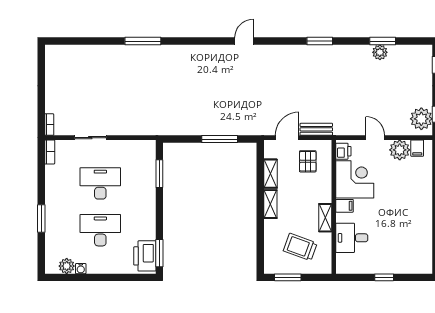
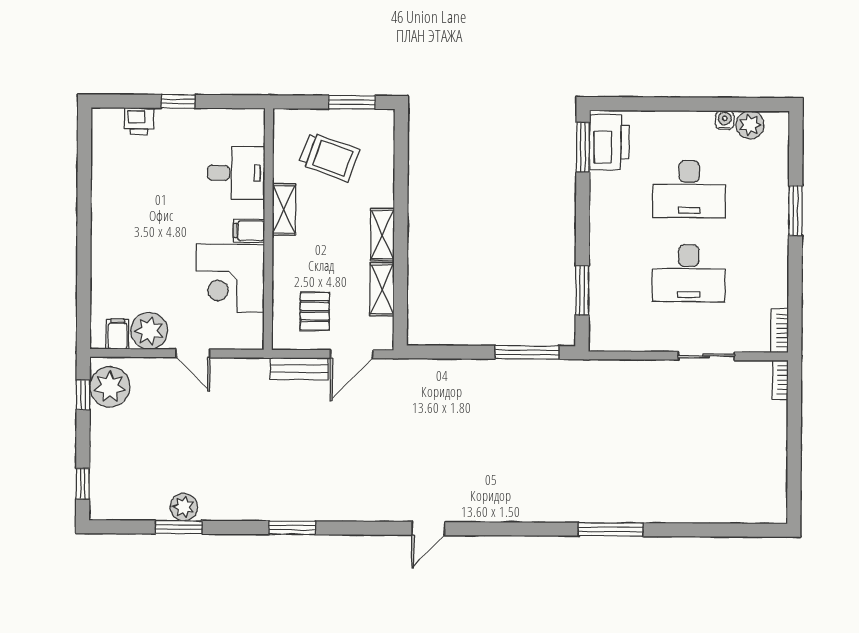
window: (220, 139) -> (527, 352), moved
printer: (343, 151) -> (139, 121), moved, turned -90

